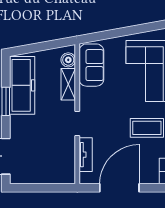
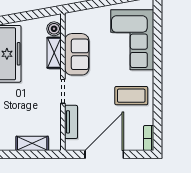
sofa: (91, 65) -> (77, 54), moved
shelving: (46, 177) -> (32, 143), added

